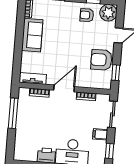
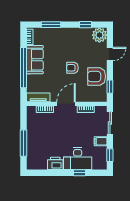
armchair: (87, 15) -> (72, 68), moved
window: (19, 43) -> (23, 68), added
window: (13, 113) -> (23, 143), moved

